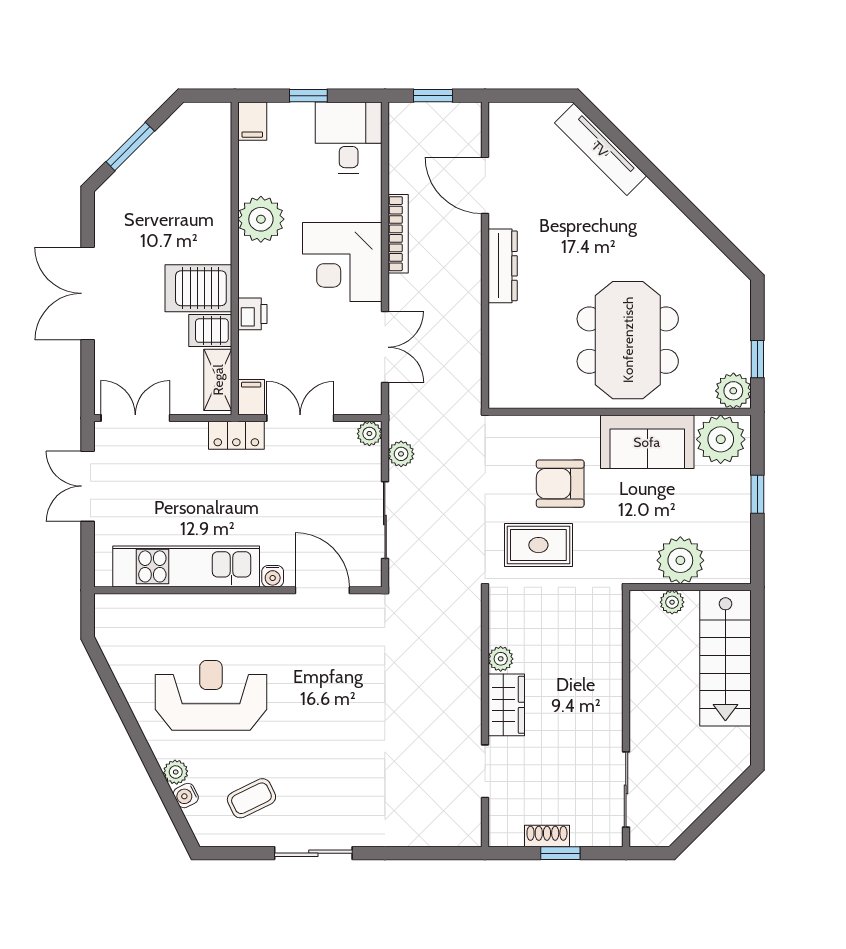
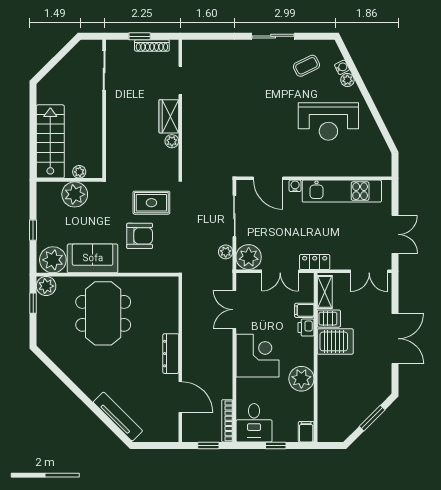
bookcase: (398, 234) -> (227, 421), moved
filing cabinet: (251, 397) -> (304, 310), moved, turned 90
plant: (369, 434) -> (249, 257), width x1.87, depth x1.87
shoe rack: (547, 836) -> (152, 45), width x1.43

